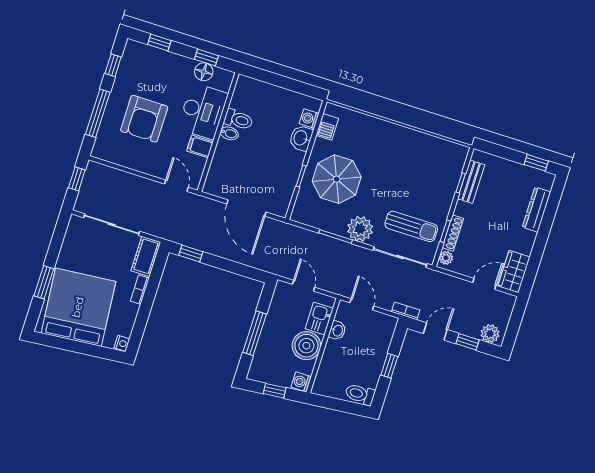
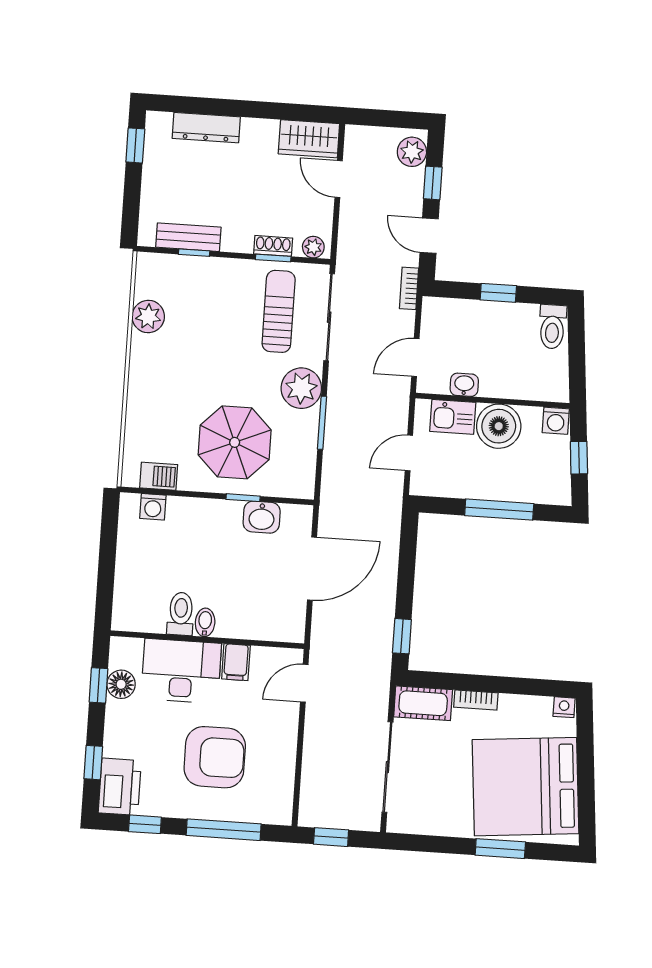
printer: (140, 55) -> (120, 787), added
washbasin: (301, 138) -> (262, 517), moved
plant: (428, 145) -> (148, 317), added
shoe rack: (453, 233) -> (273, 246), width x0.70

